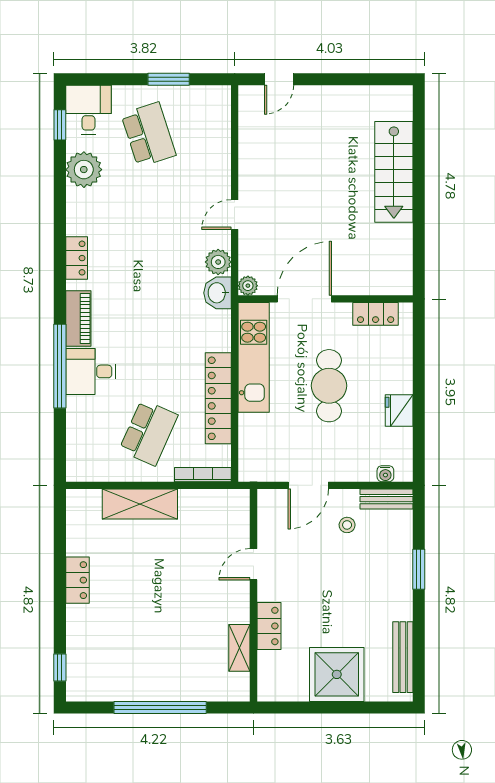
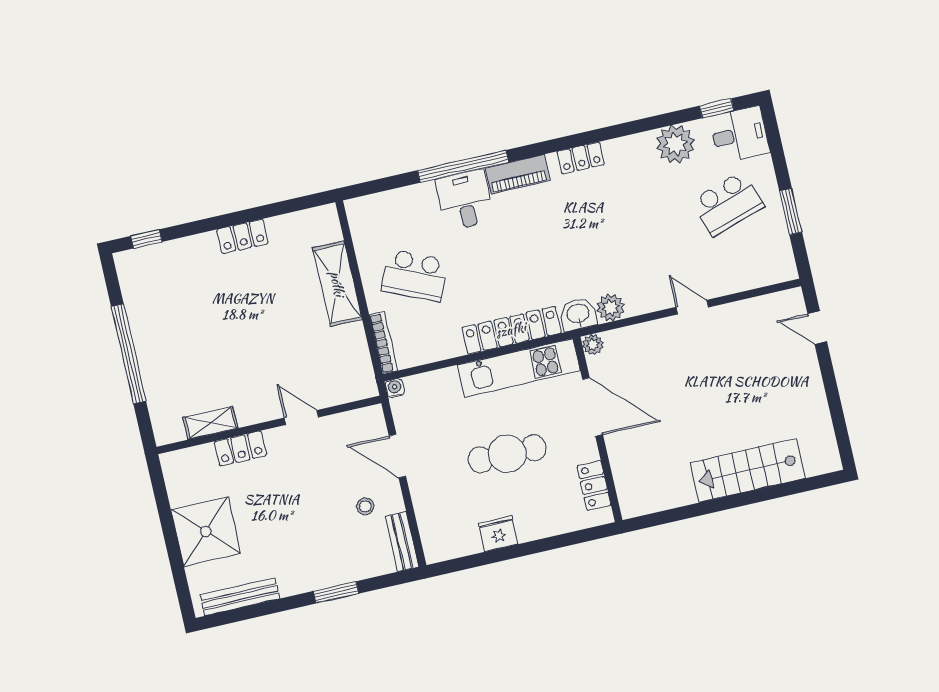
door: (235, 215) -> (692, 307), moved
locker: (218, 398) -> (511, 330), moved
water cooler: (385, 474) -> (395, 388), moved, turned 90

